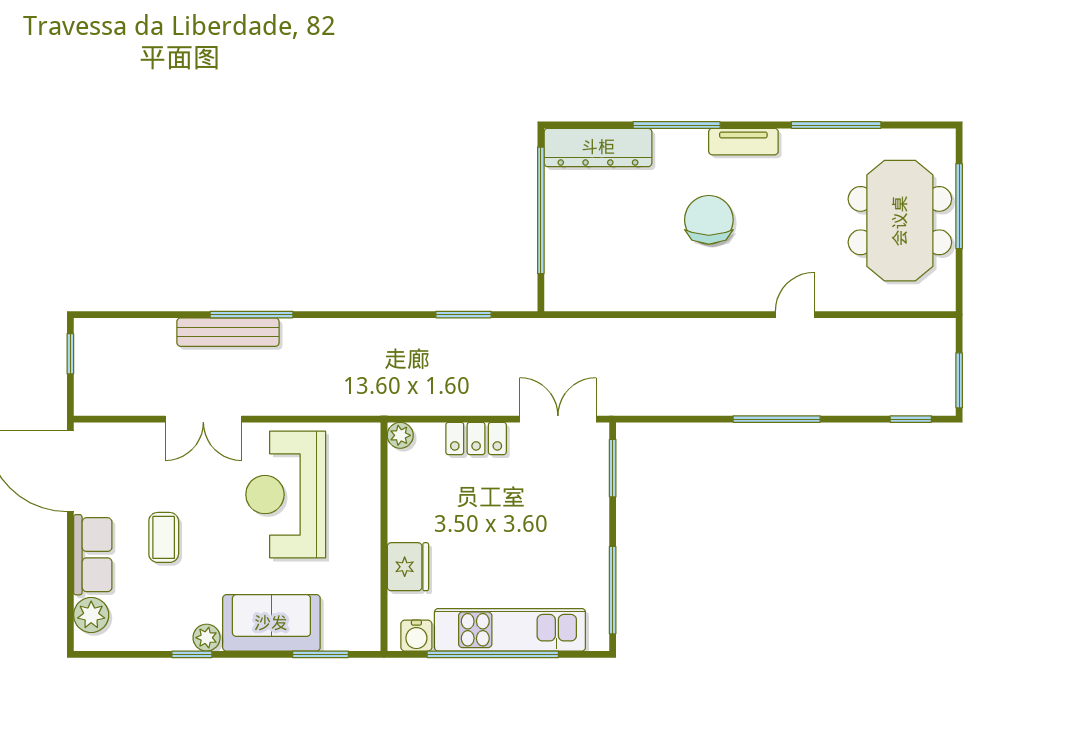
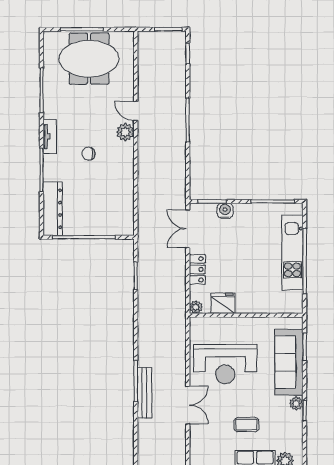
chair: (709, 220) -> (89, 154), width x0.54, depth x0.54
plant: (752, 294) -> (125, 132), added
fridge: (408, 567) -> (223, 303), moved
sofa: (271, 623) -> (289, 362), width x1.36
water cooler: (416, 636) -> (225, 211), moved, turned -90

